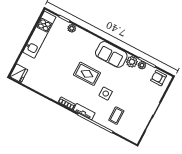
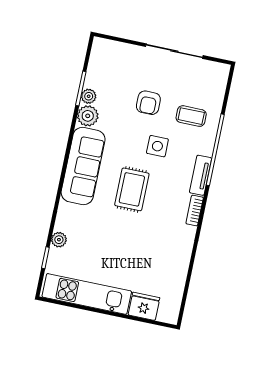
sofa: (111, 54) -> (83, 166), width x1.36
fridge: (19, 73) -> (144, 306), moved
armchair: (159, 78) -> (148, 103), moved

